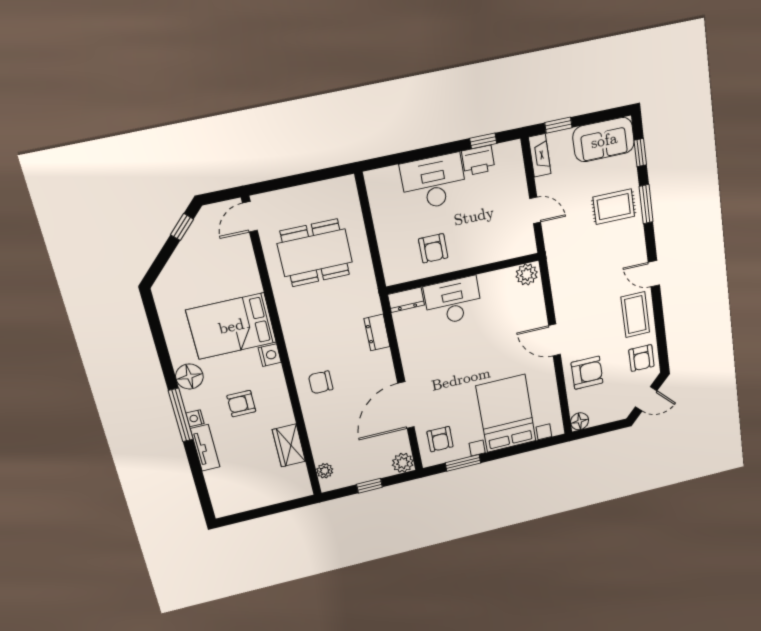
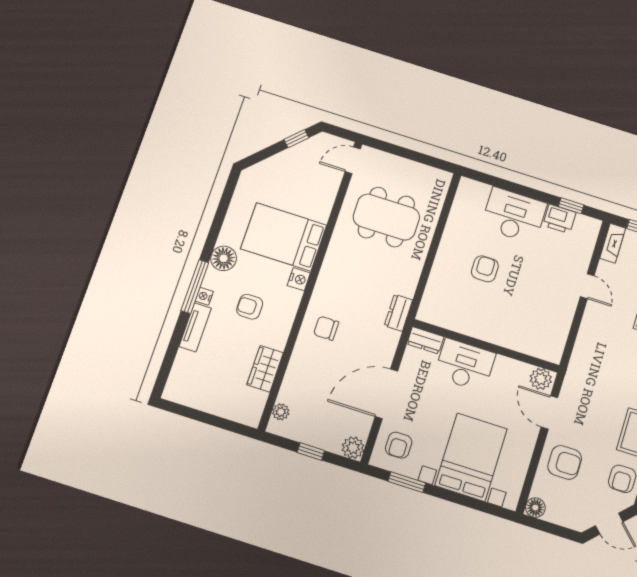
armchair: (433, 248) -> (485, 269), turned 180
wall: (463, 273) -> (486, 346), moved
plant: (527, 274) -> (541, 379), moved
dresser: (406, 300) -> (425, 340), moved
desk: (453, 301) -> (465, 365), moved

